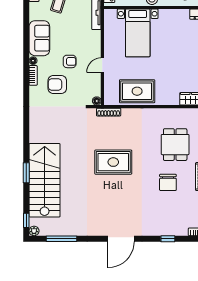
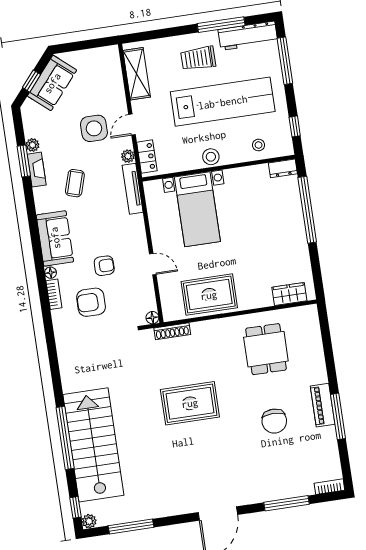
door: (102, 65) -> (153, 264), swing flipped
dining table: (175, 145) -> (266, 349), moved
window: (26, 173) -> (65, 438), width x2.11
window: (168, 239) -> (287, 503), width x2.17

